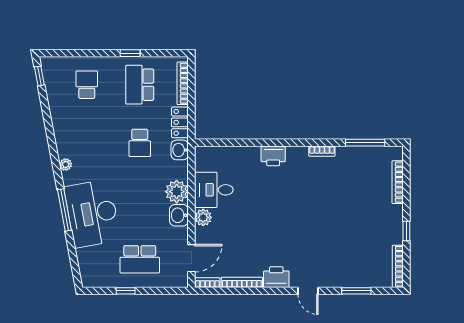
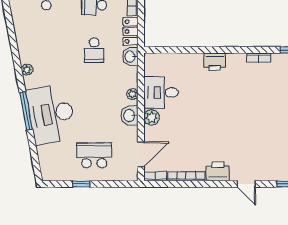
plant: (177, 192) -> (132, 94), width x0.53, depth x0.53
school desk: (140, 259) -> (94, 155), turned 180

